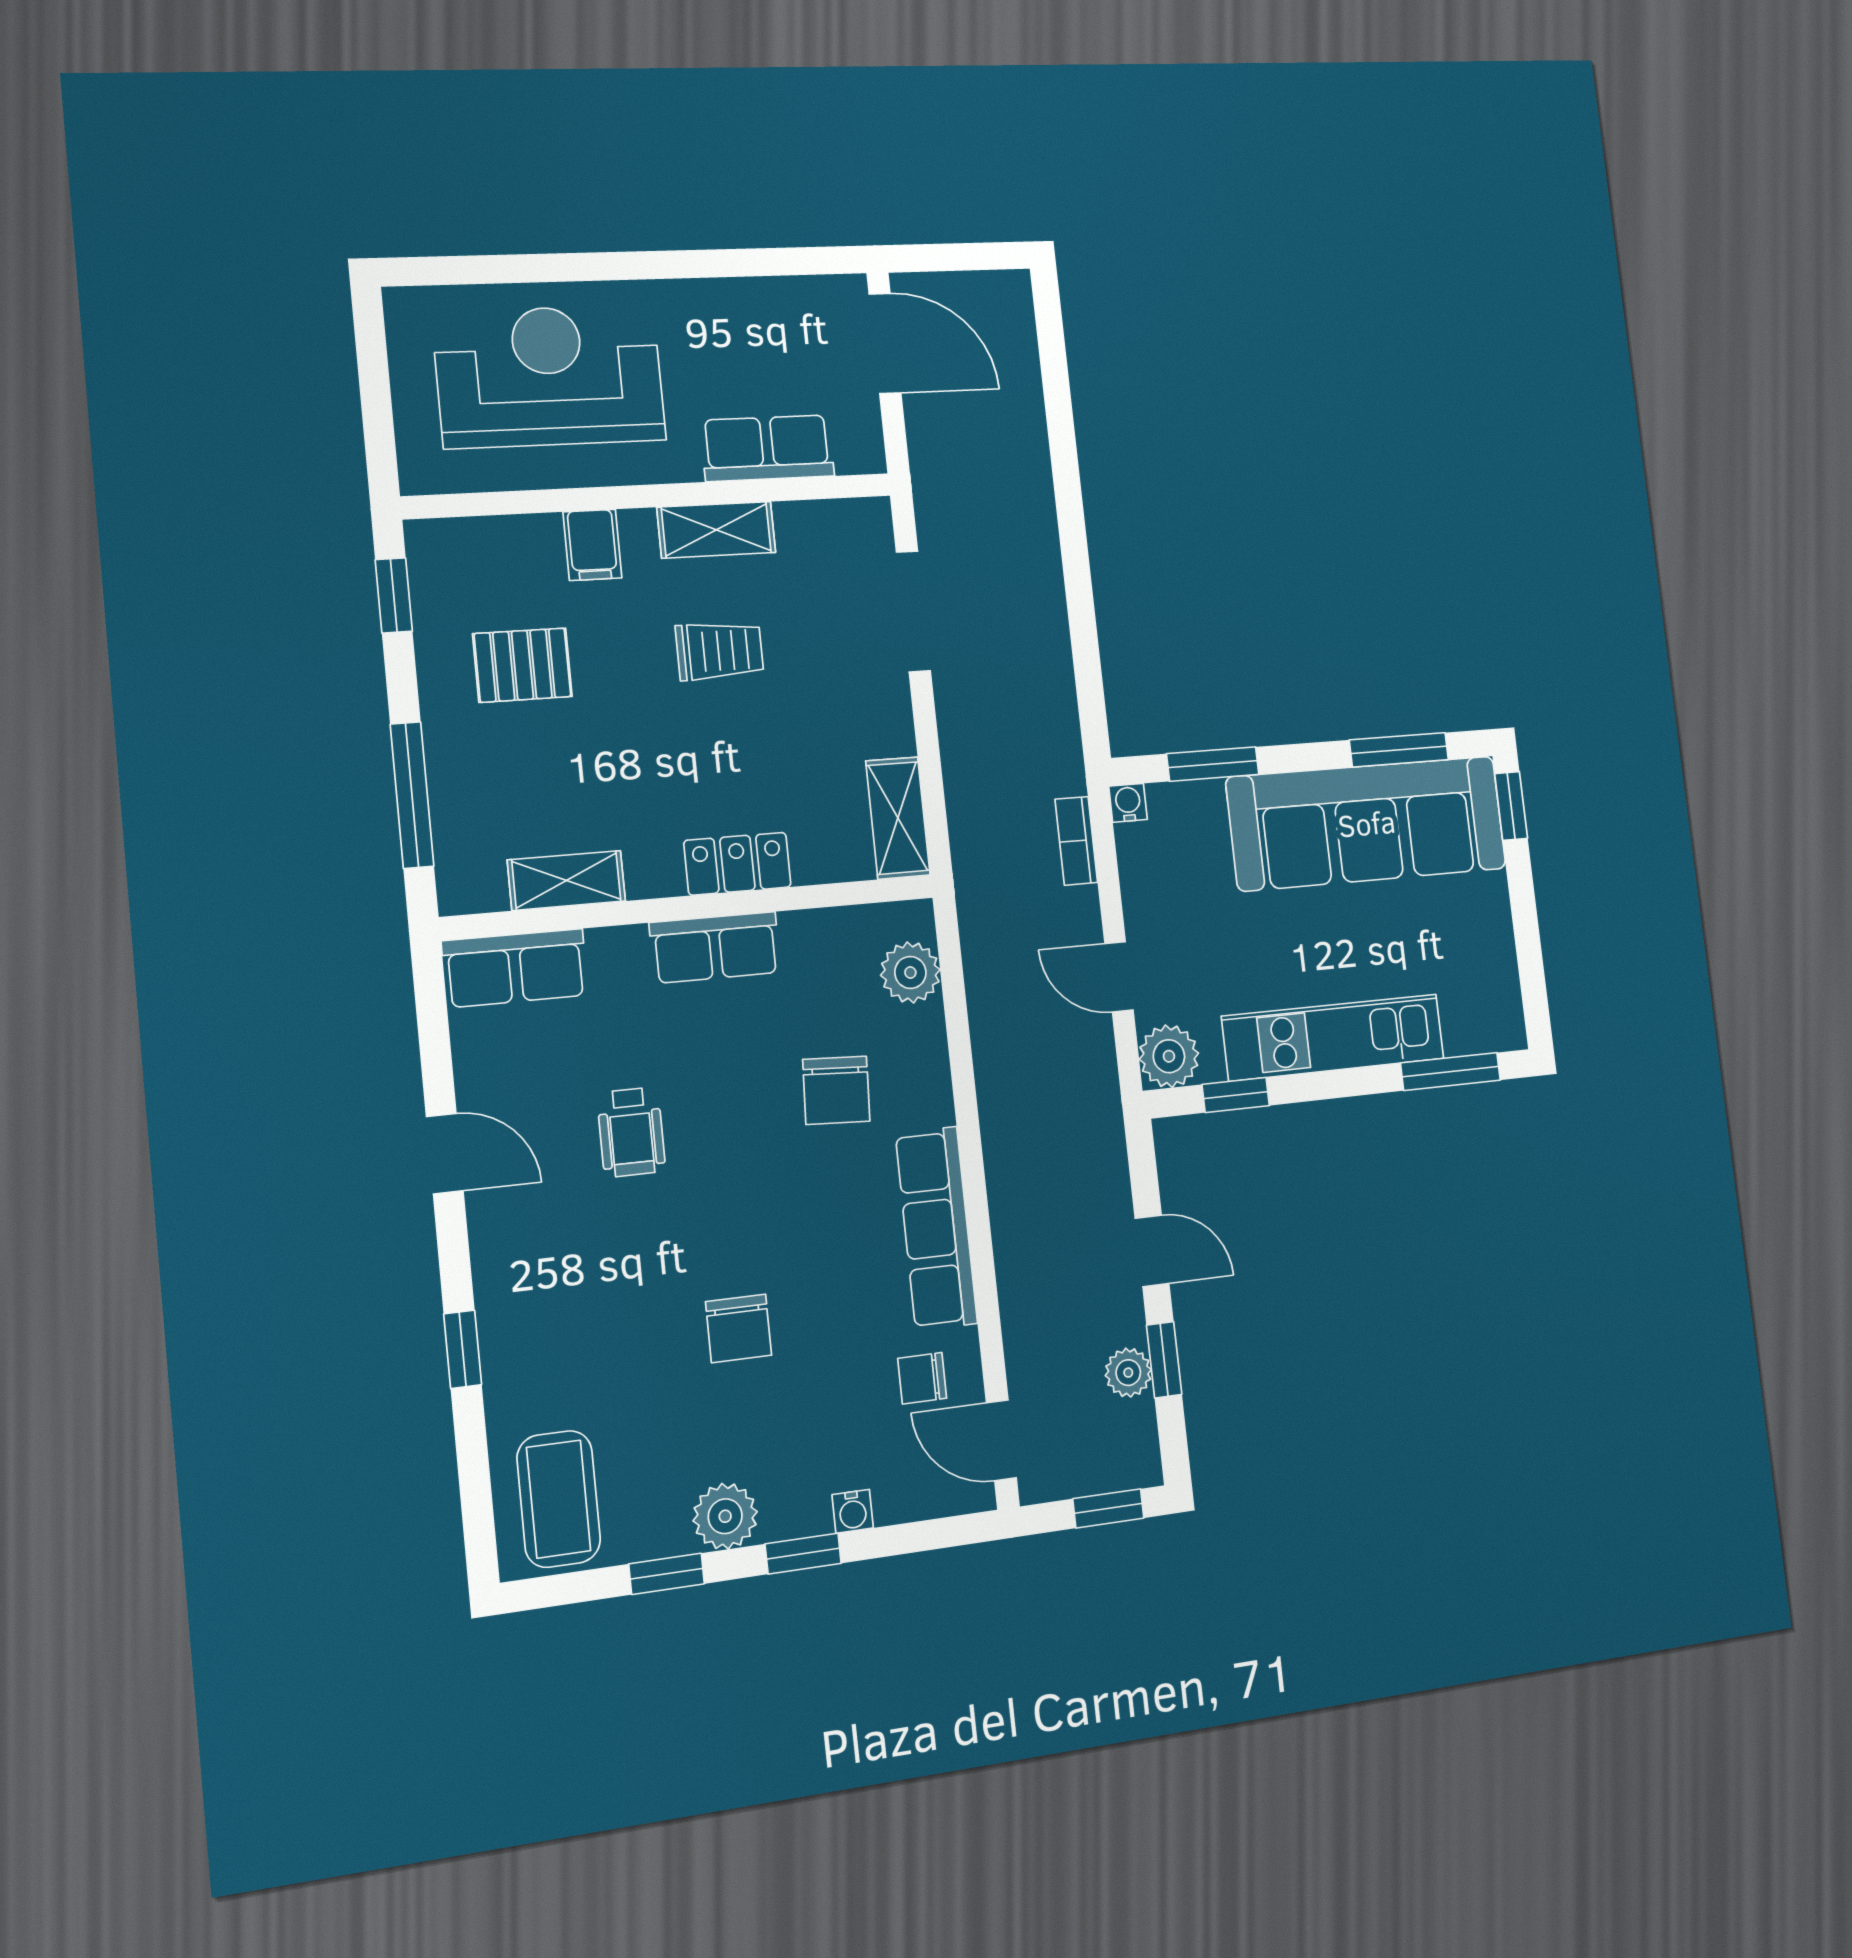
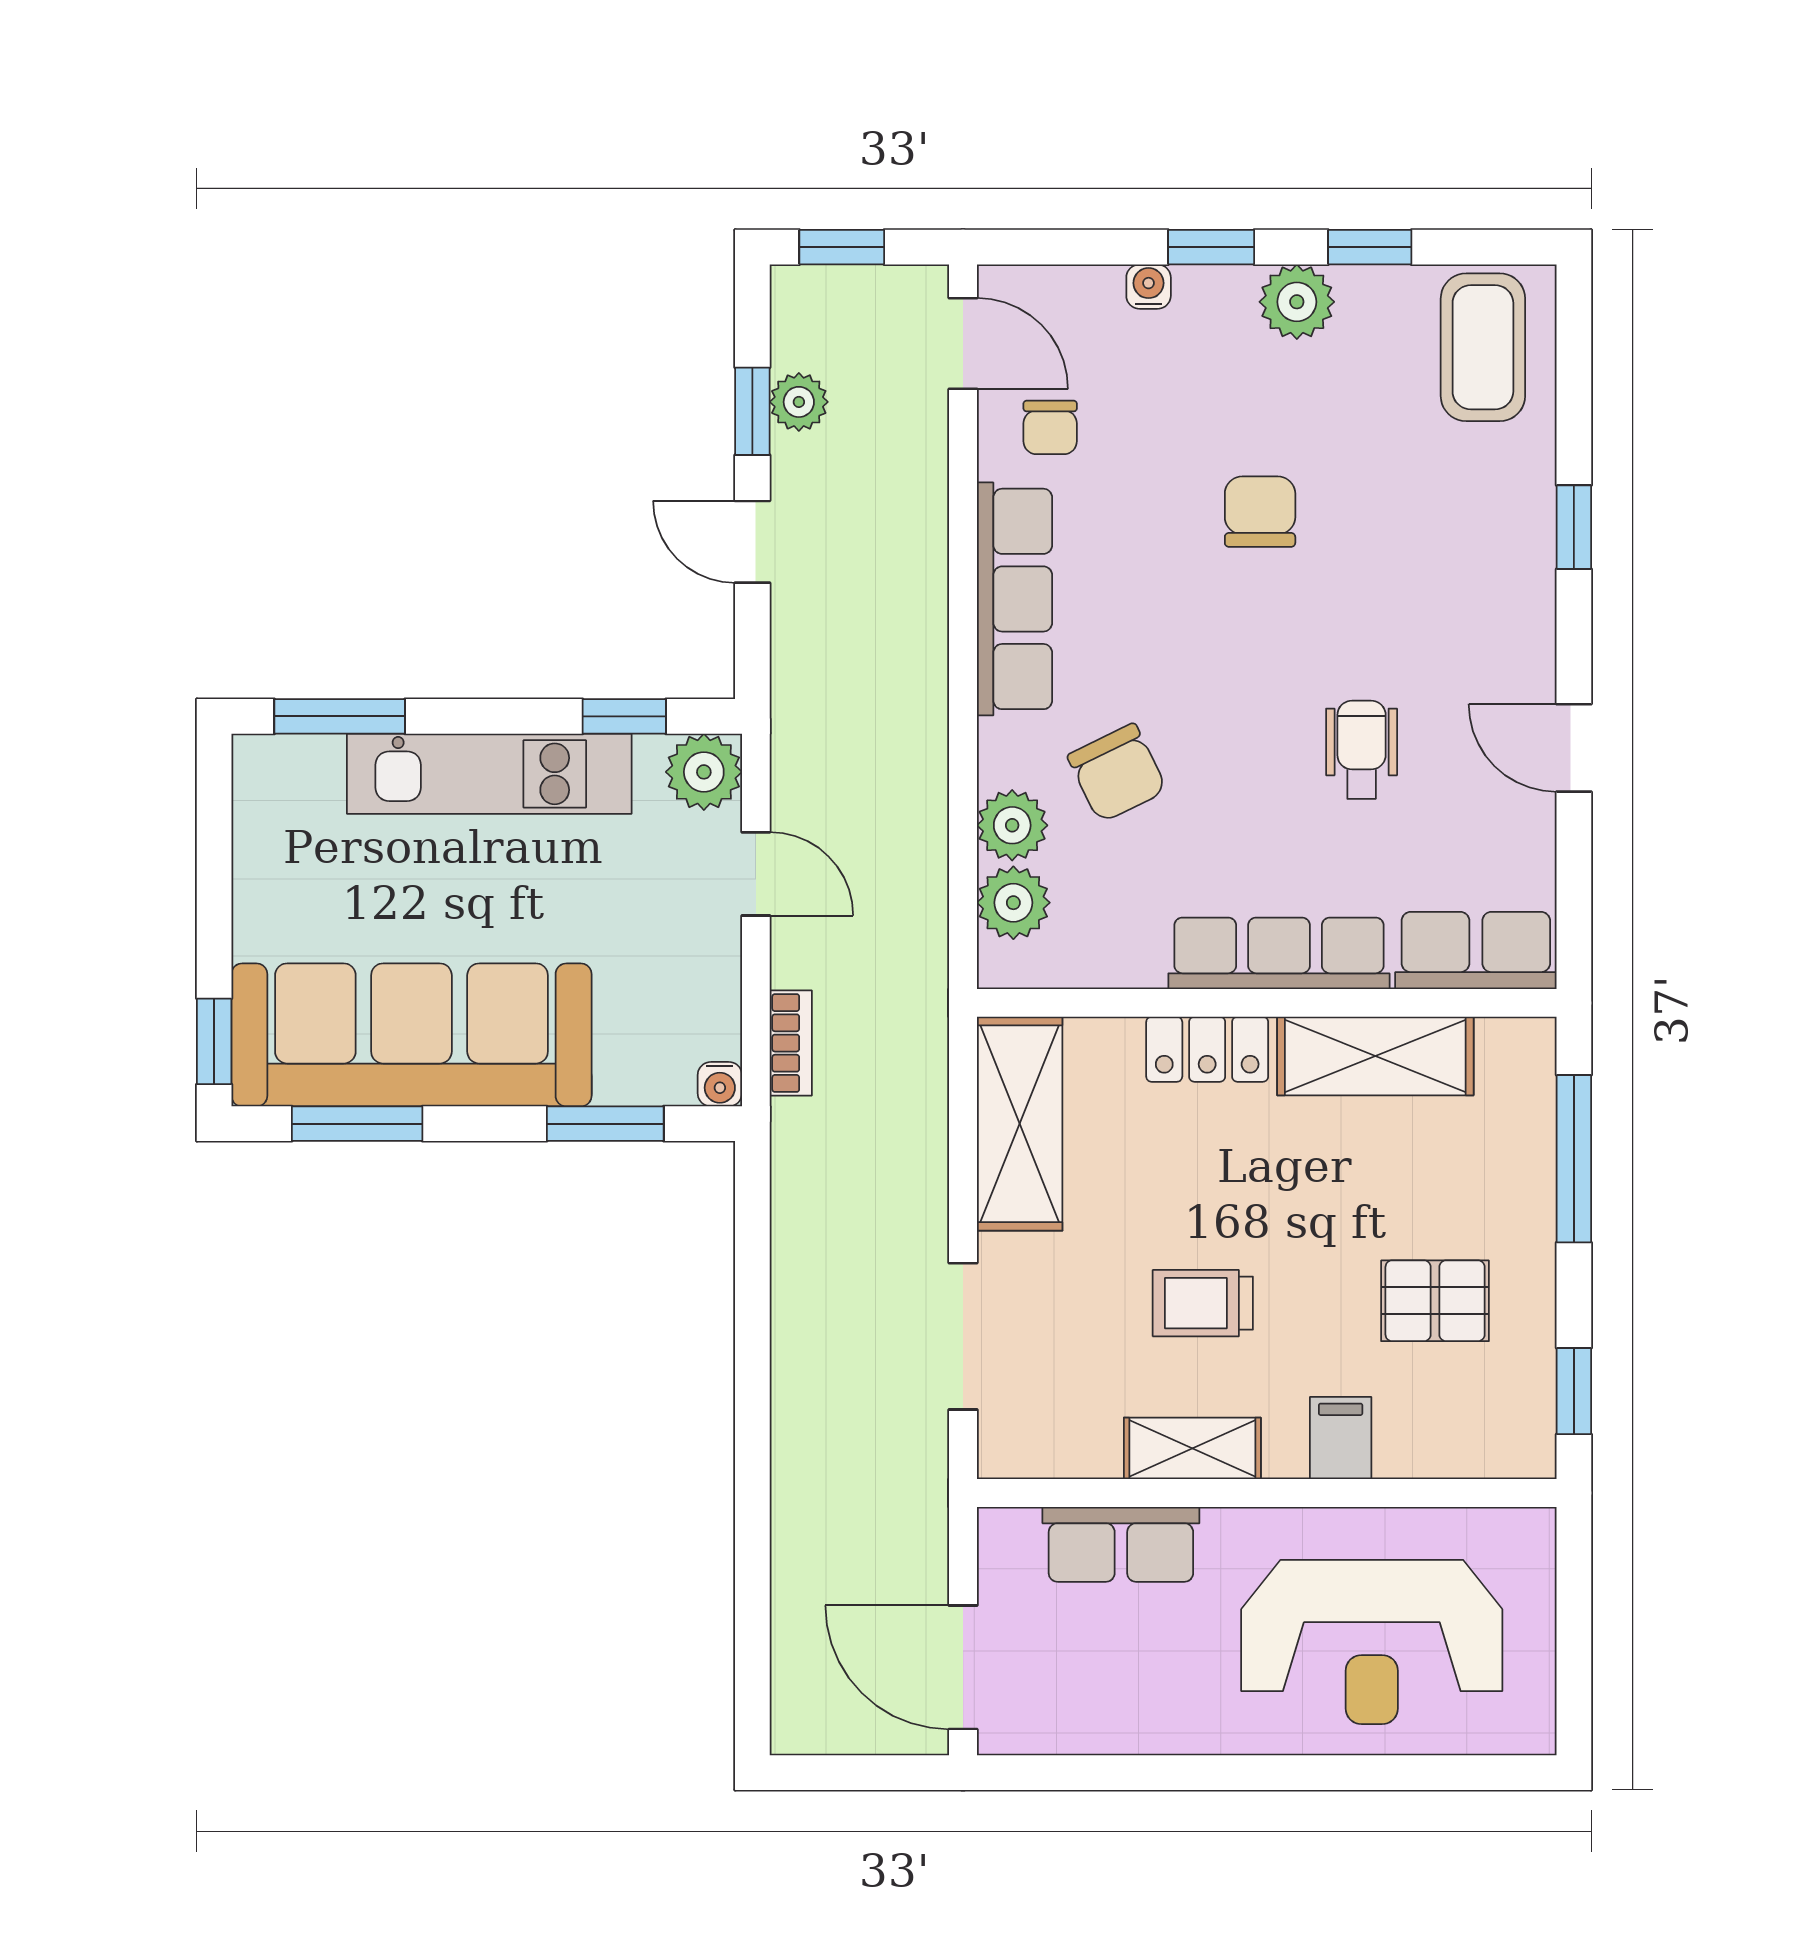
shelving: (898, 818) -> (1020, 1124), width x1.50, depth x1.33
shelving: (566, 881) -> (1375, 1056), width x1.50, depth x1.33
row of seats: (715, 948) -> (1279, 953), width x1.48
plant: (918, 1037) -> (1012, 825), added
chair: (836, 1090) -> (1117, 773), turned 151
chair: (922, 1378) -> (1050, 427), turned 90

